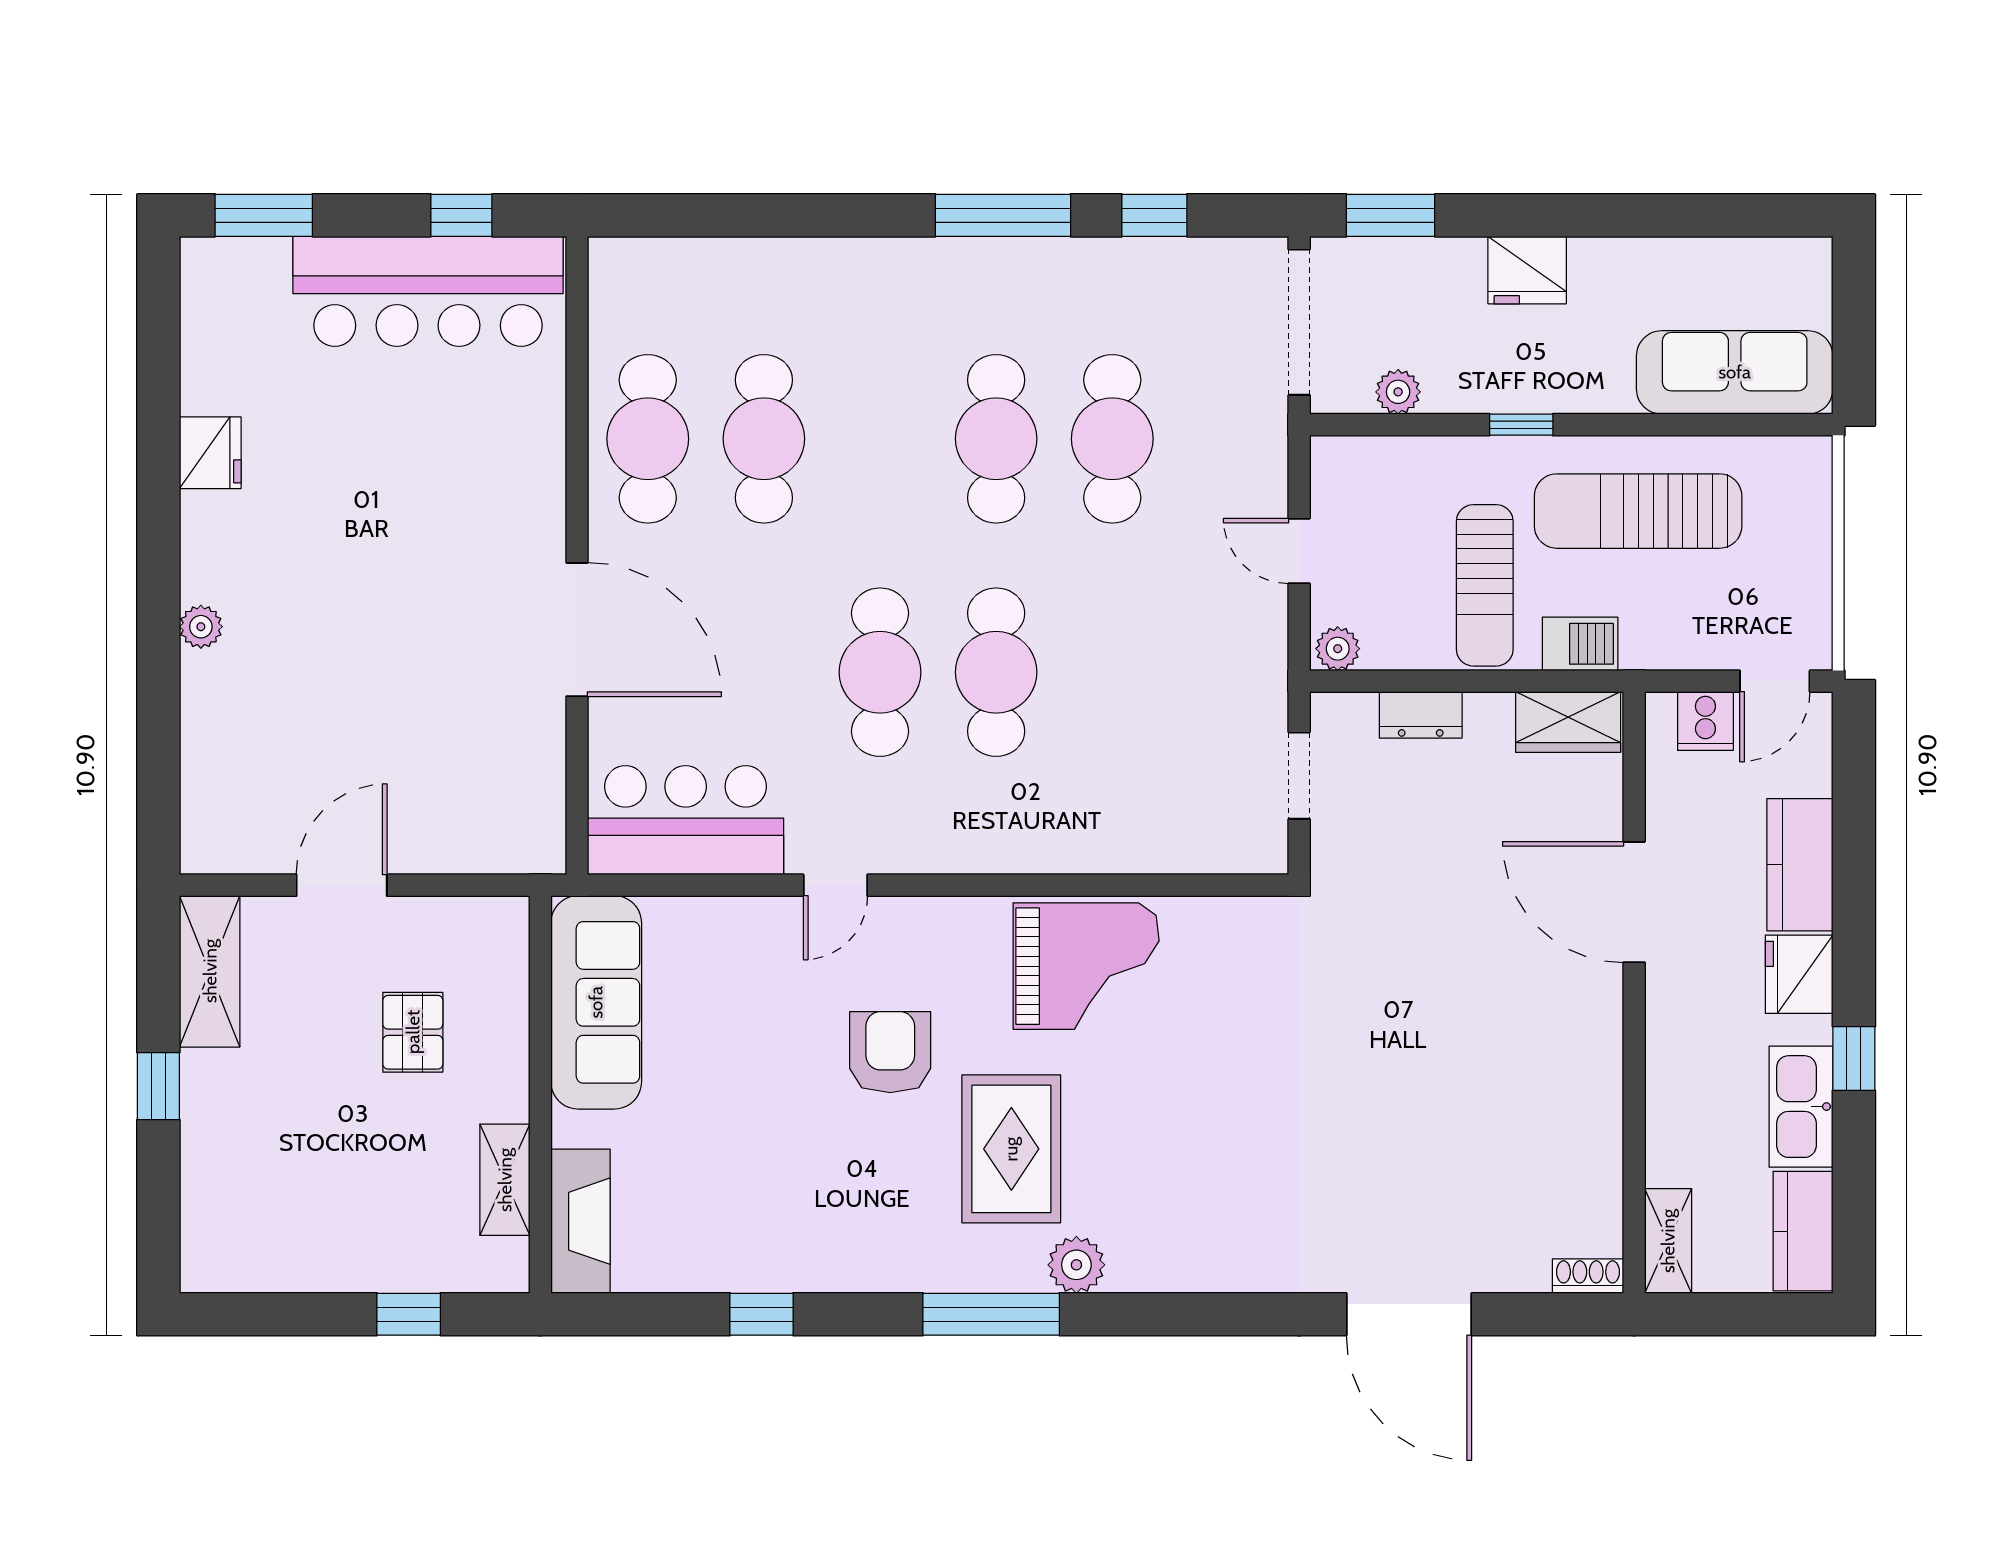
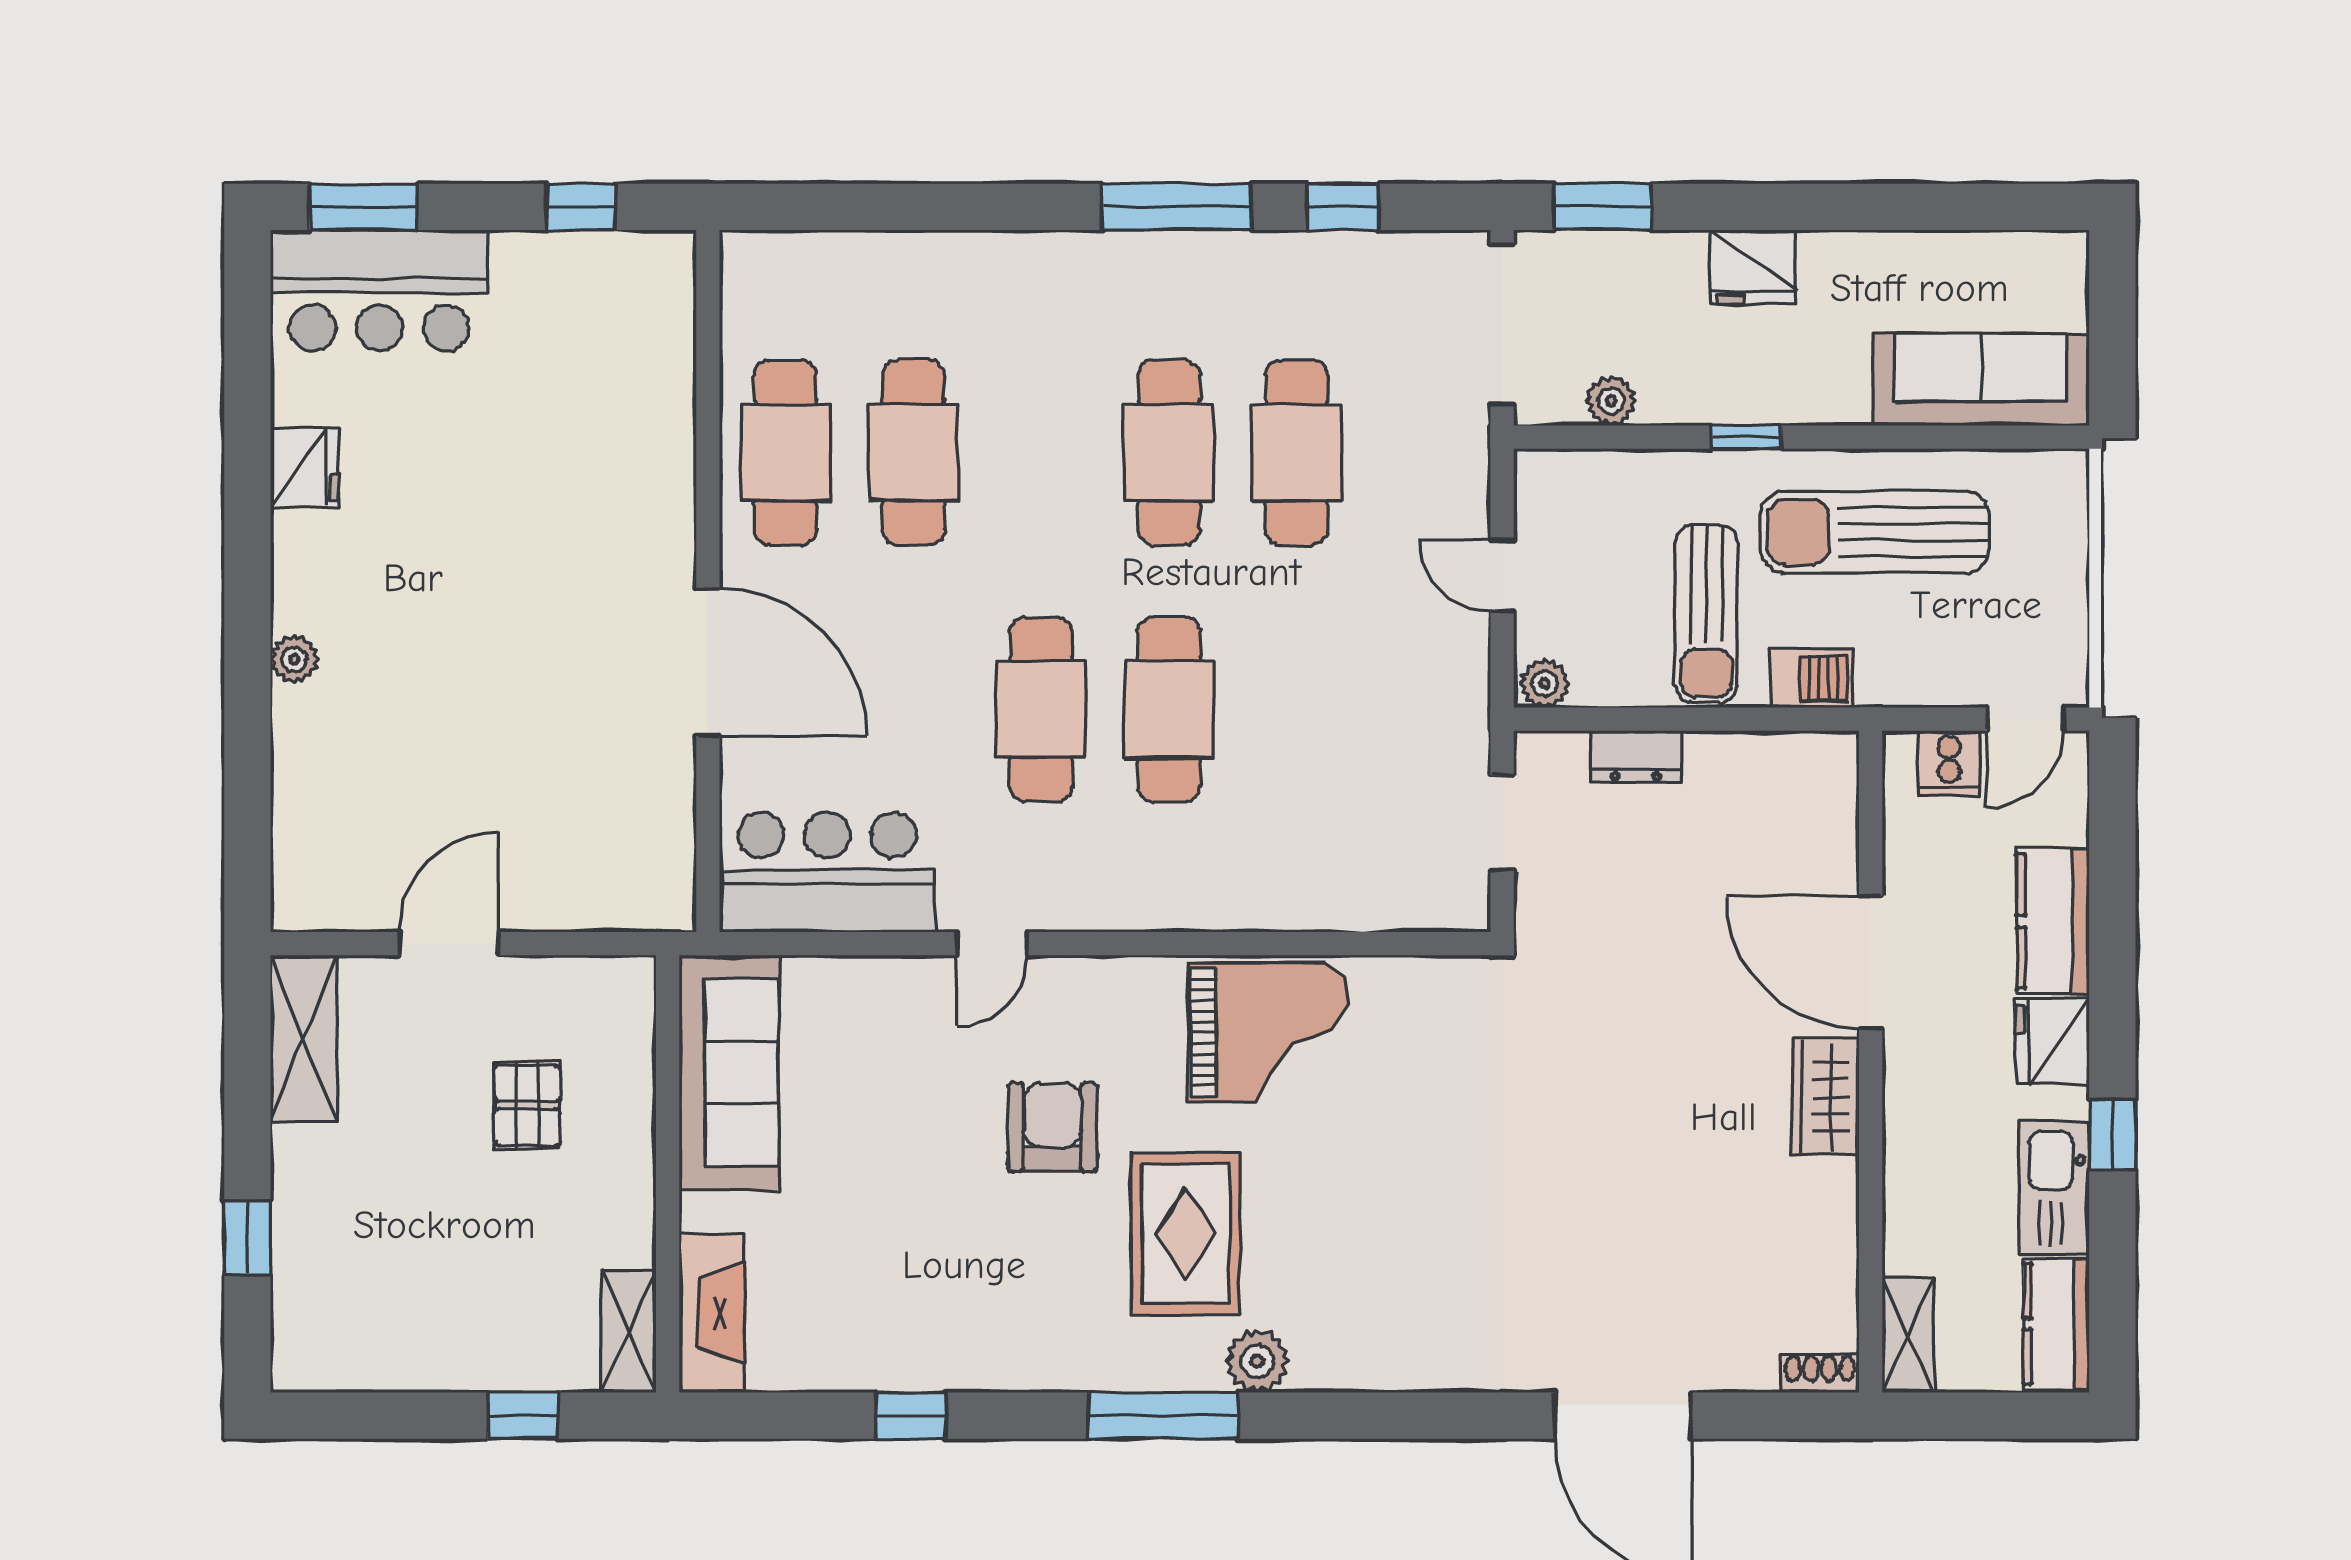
bar counter: (428, 291) -> (379, 290), moved, width x0.73
wardrobe: (1568, 722) -> (1826, 1097), moved, turned 90
window: (158, 1086) -> (247, 1238), moved
shelving: (505, 1180) -> (629, 1331), moved

